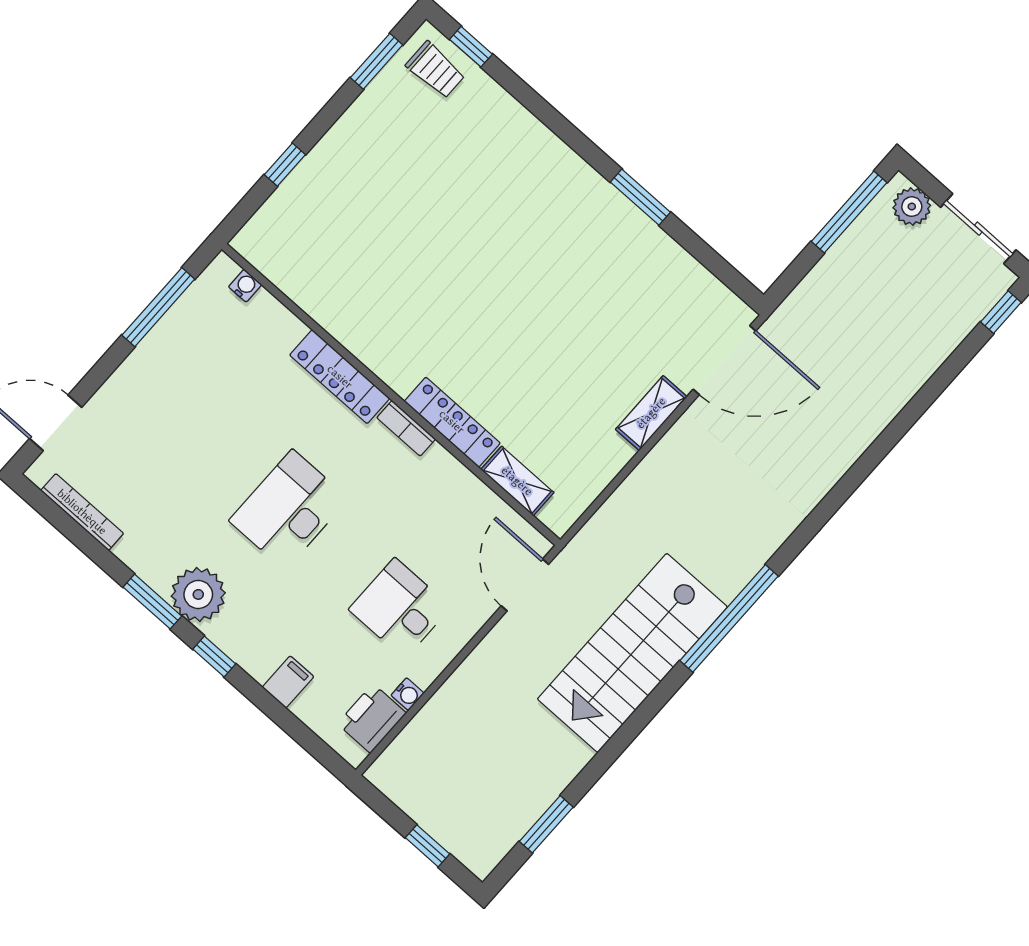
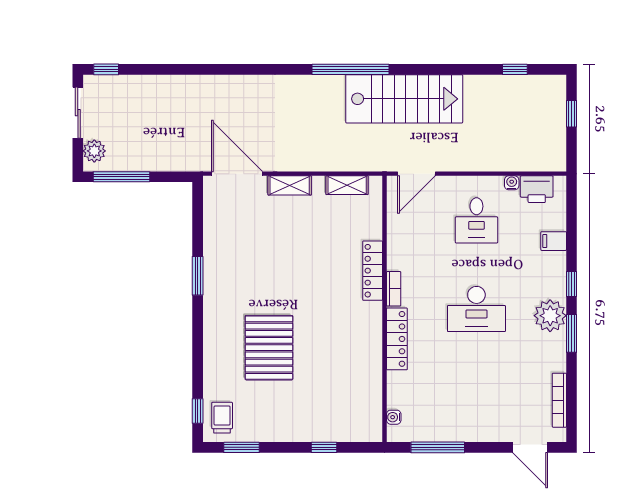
pallet: (471, 207) -> (269, 348), added
shelving: (517, 481) -> (347, 185), moved, turned 90
window: (546, 824) -> (515, 69), width x0.67

